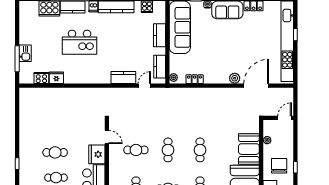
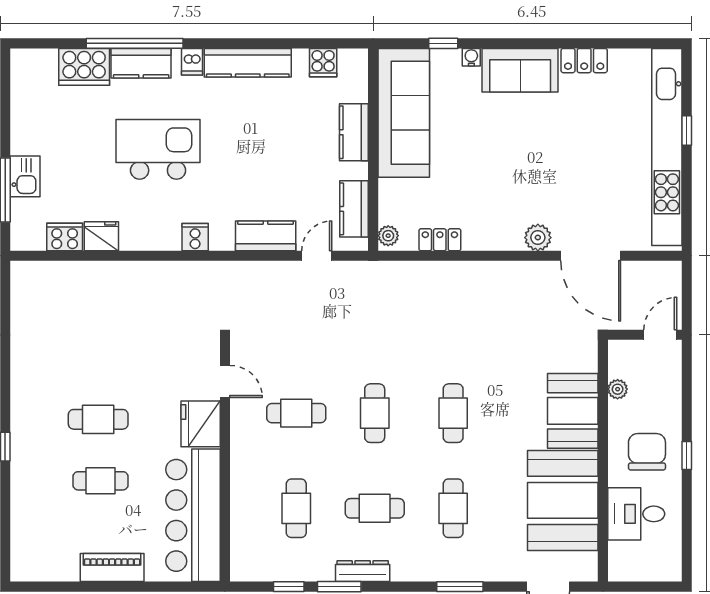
kitchen island: (80, 42) -> (158, 149), turned 180
cooker: (95, 78) -> (195, 237), added
door: (256, 86) -> (591, 256), swing flipped

